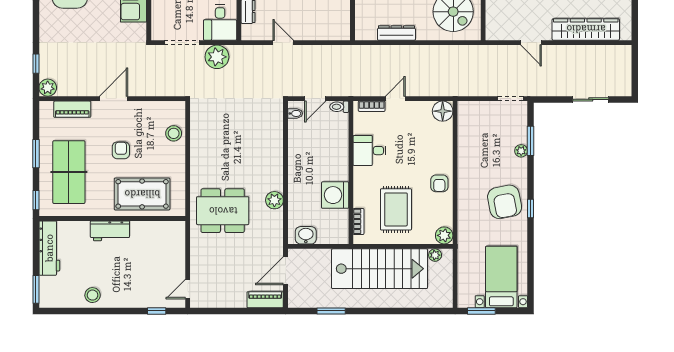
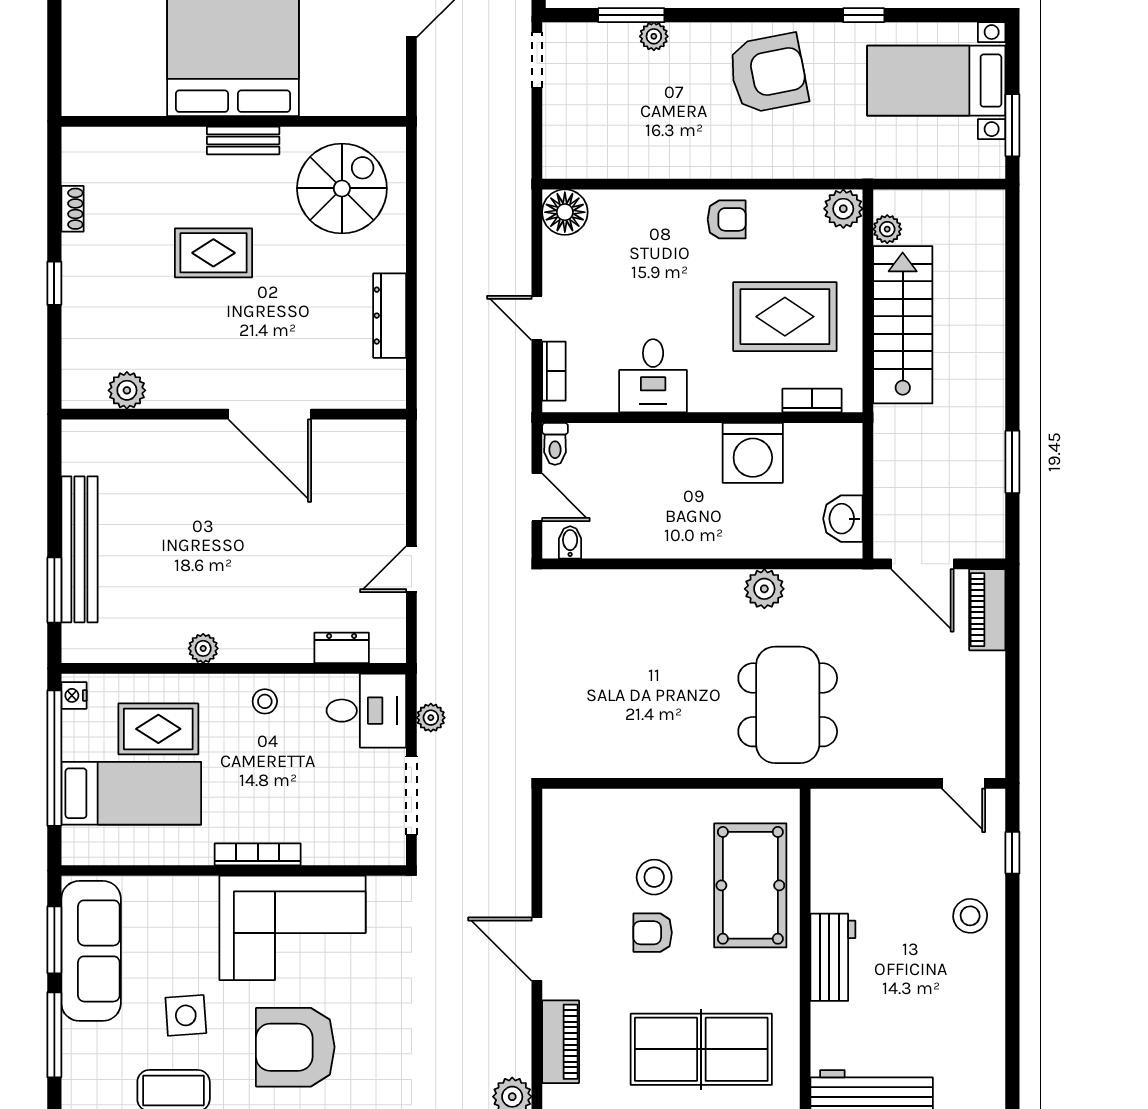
plant: (217, 57) -> (431, 718), width x0.53, depth x0.53
stool: (174, 133) -> (654, 877), moved
window: (531, 209) -> (864, 15), moved
stairs: (380, 269) -> (903, 325), width x0.73, depth x0.66
stool: (93, 295) -> (970, 916), moved

